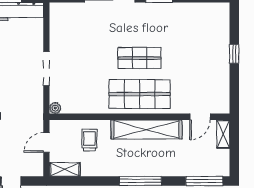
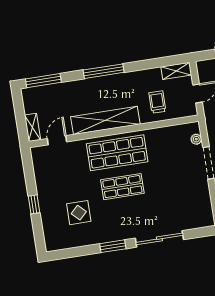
display table: (189, 38) -> (79, 213), added
plant: (55, 108) -> (196, 139), moved
trolley: (89, 140) -> (157, 102), turned 180

